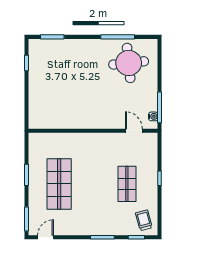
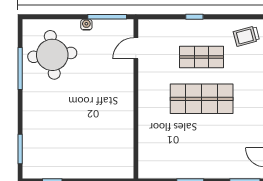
water cooler: (153, 116) -> (86, 25), moved
shop shelf: (59, 184) -> (202, 99), moved

